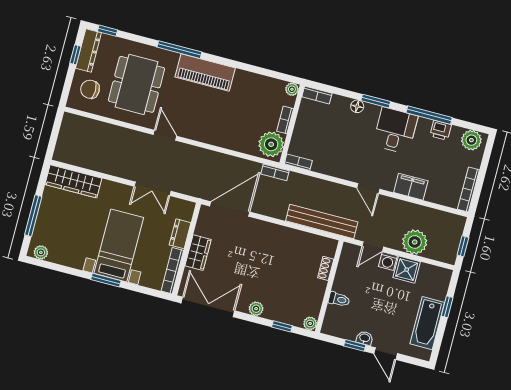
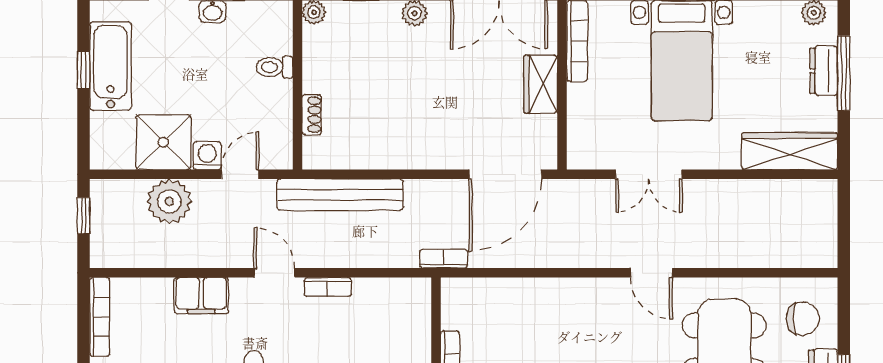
plant: (271, 144) -> (463, 306), removed
bookcase: (298, 162) -> (328, 287), moved
double door: (153, 189) -> (649, 174), swing flipped
dresser: (180, 234) -> (824, 71), moved, turned 180
shower: (407, 270) -> (163, 142), width x1.36, depth x1.36
window: (447, 307) -> (83, 70), moved

